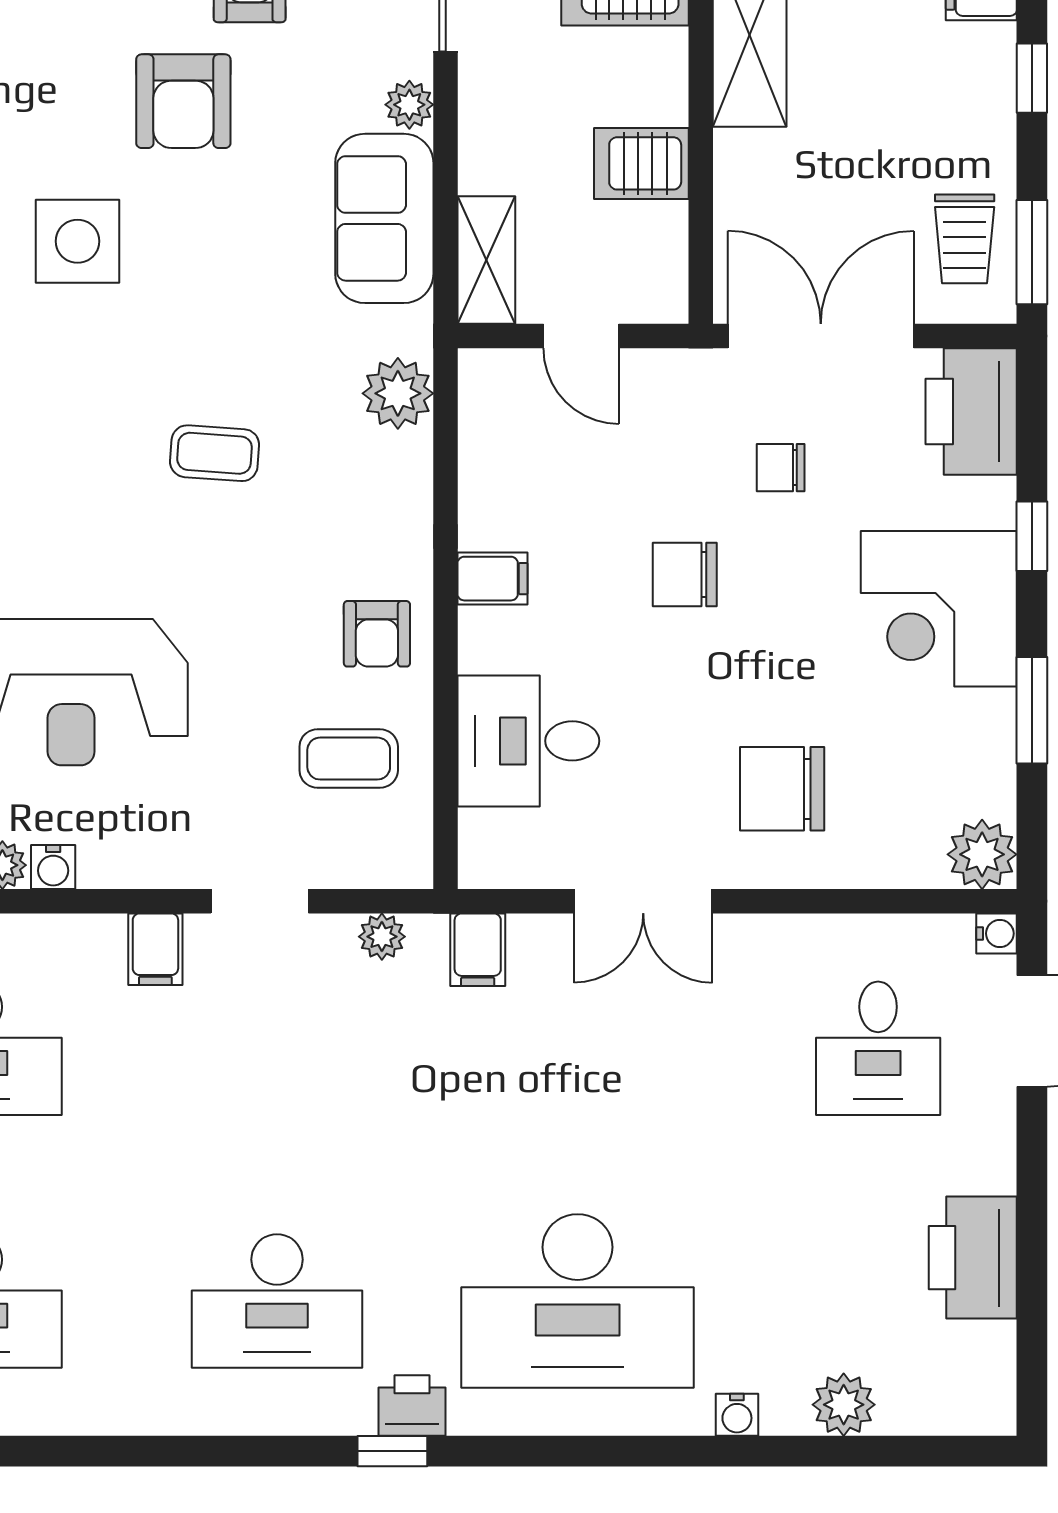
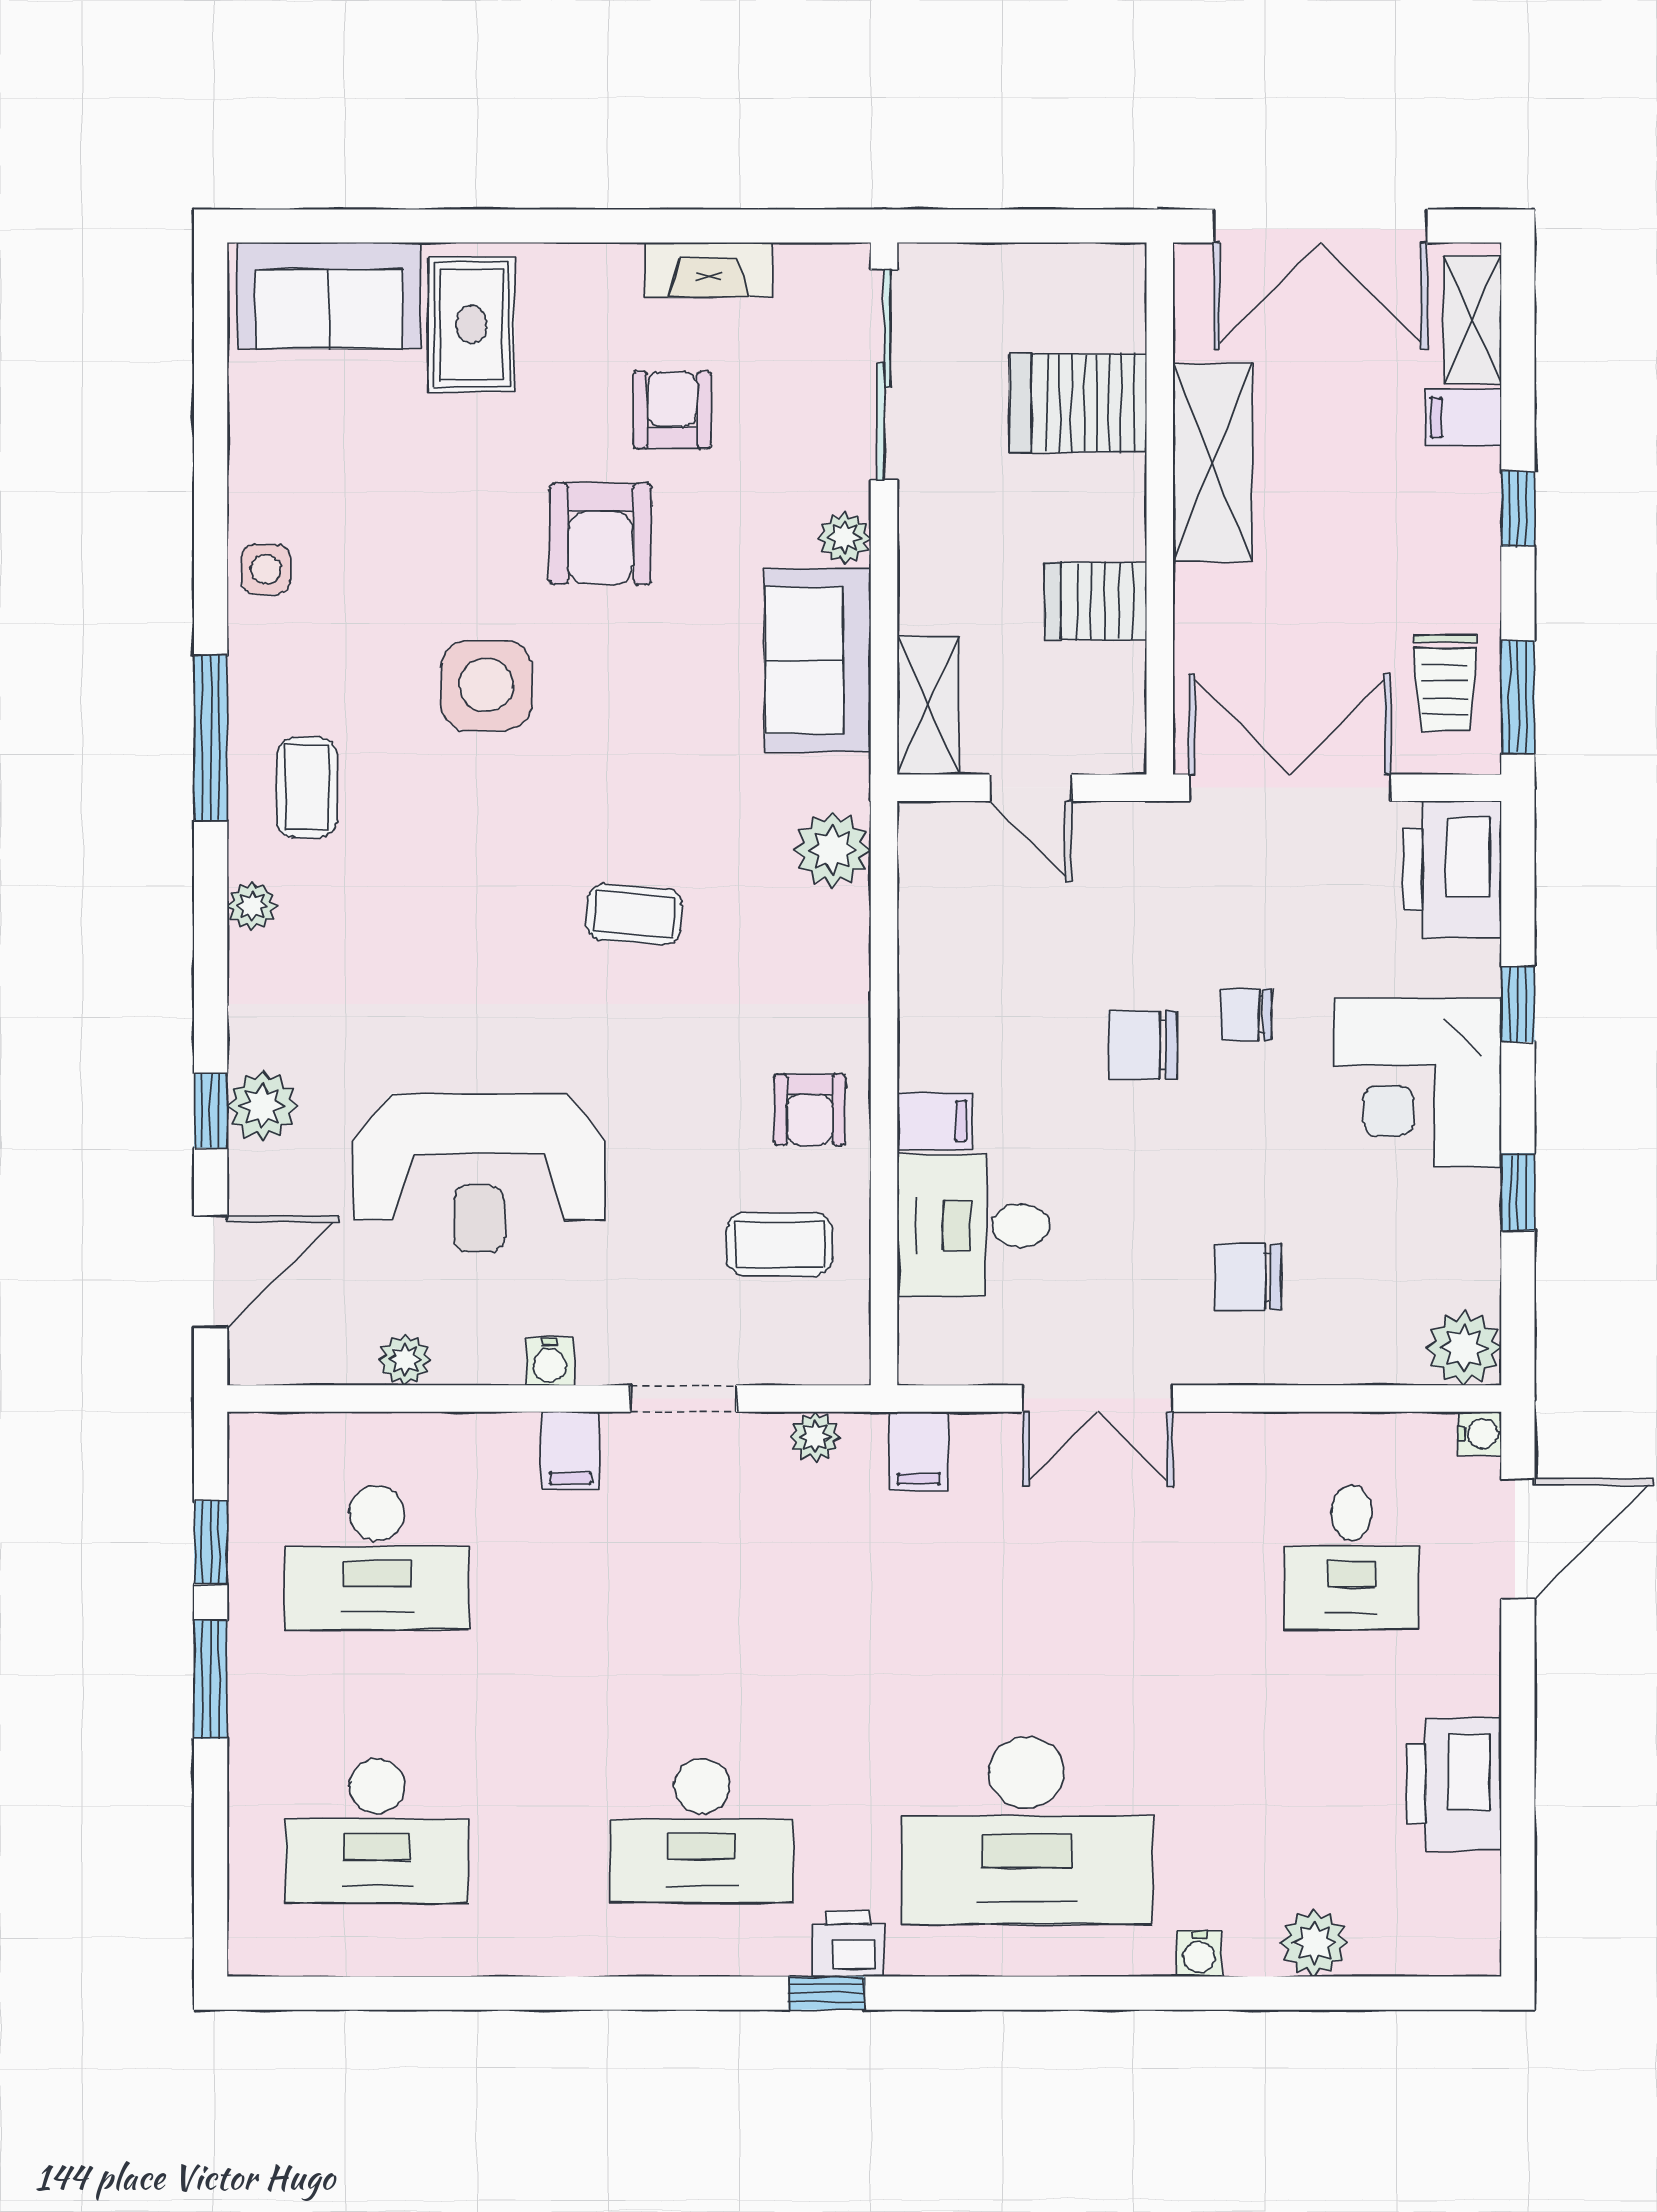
chair: (781, 468) -> (1246, 1014), moved
filing cabinet: (493, 579) -> (935, 1121), moved
window: (1032, 710) -> (1518, 1192), width x0.67
chair: (782, 789) -> (1248, 1277), width x0.73, depth x0.73
water cooler: (53, 867) -> (550, 1362), moved

